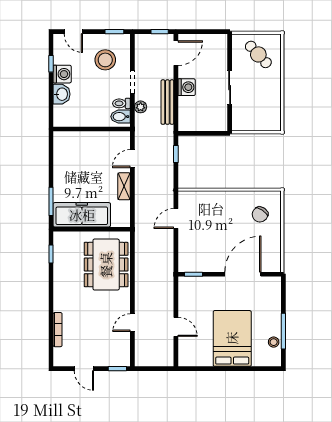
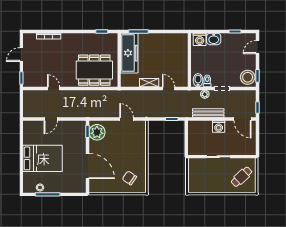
stool: (105, 60) -> (248, 77), moved
washing machine: (62, 74) -> (200, 39), moved
plant: (195, 261) -> (97, 132), added

